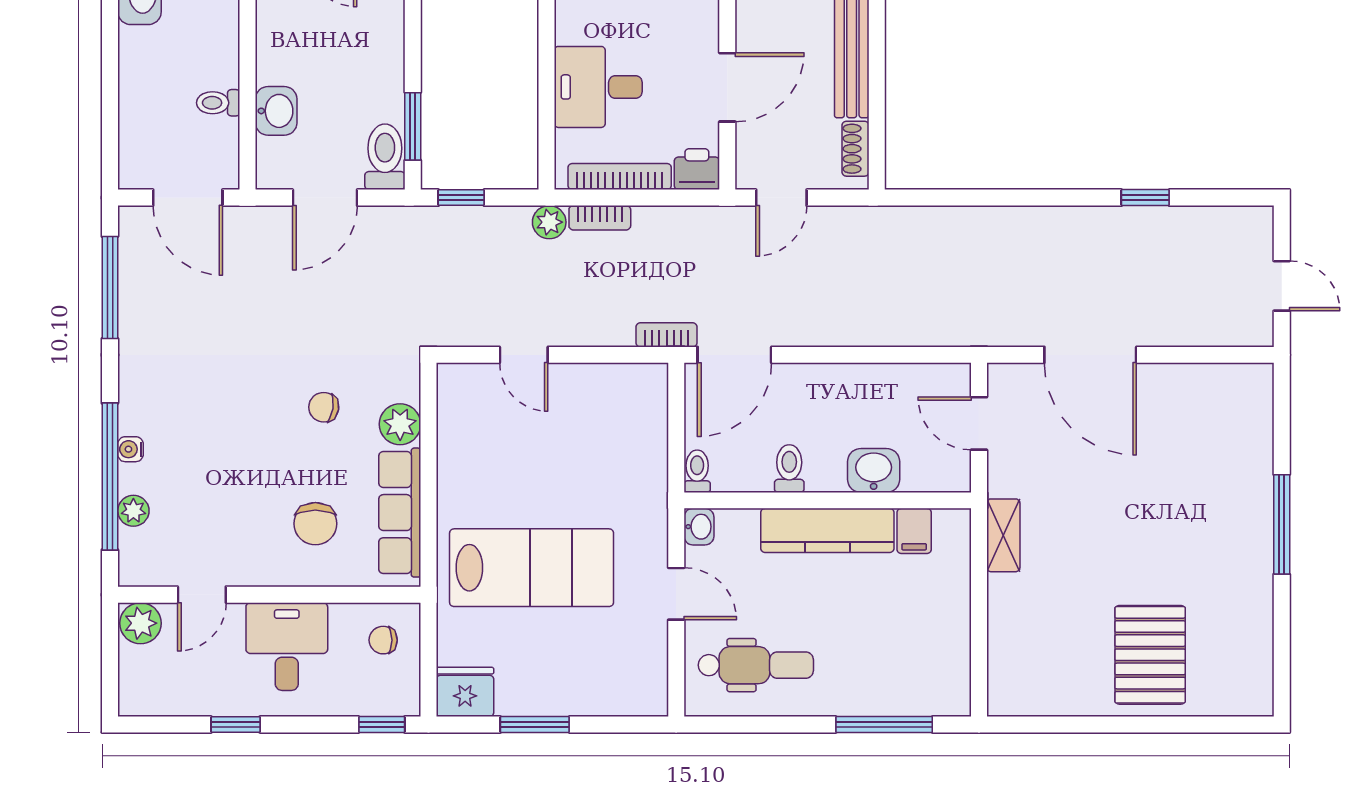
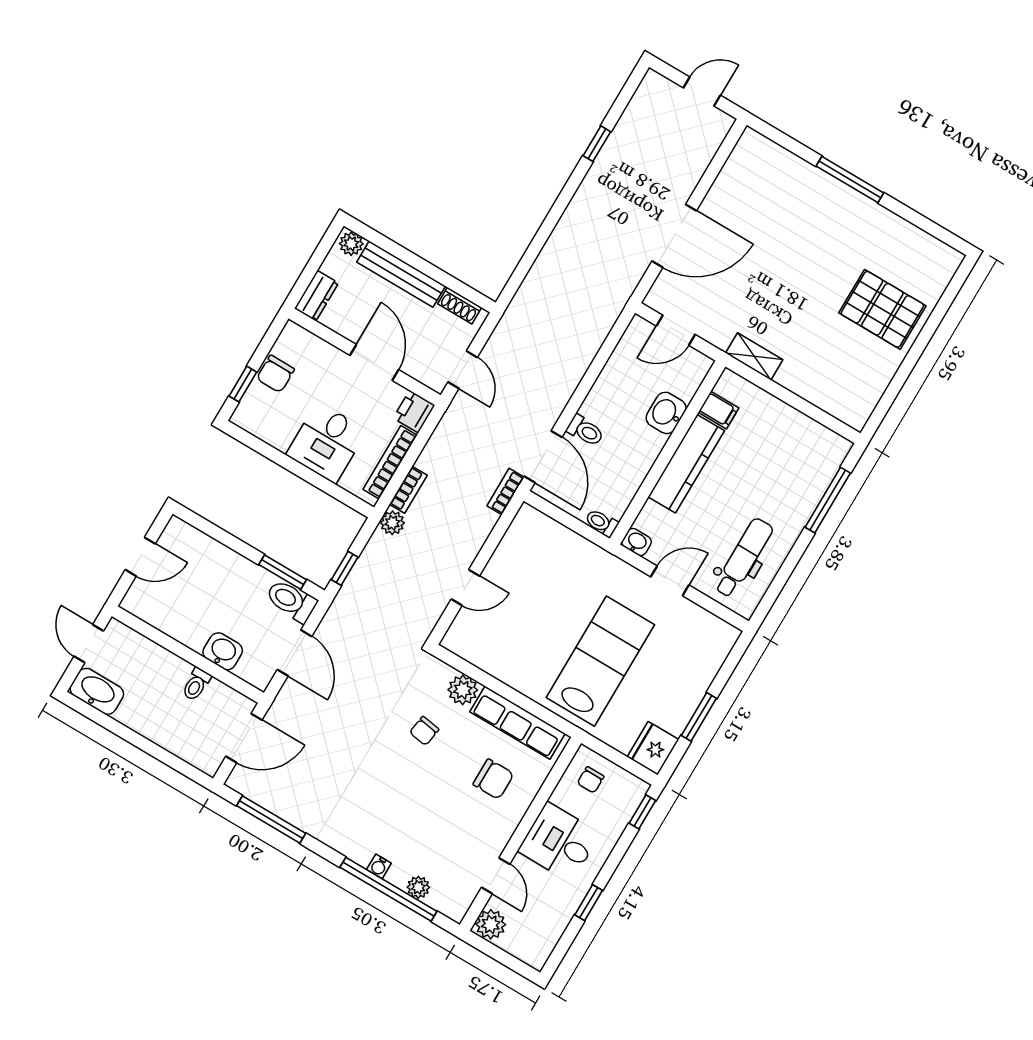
toilet: (789, 469) -> (585, 431), moved, turned 180

